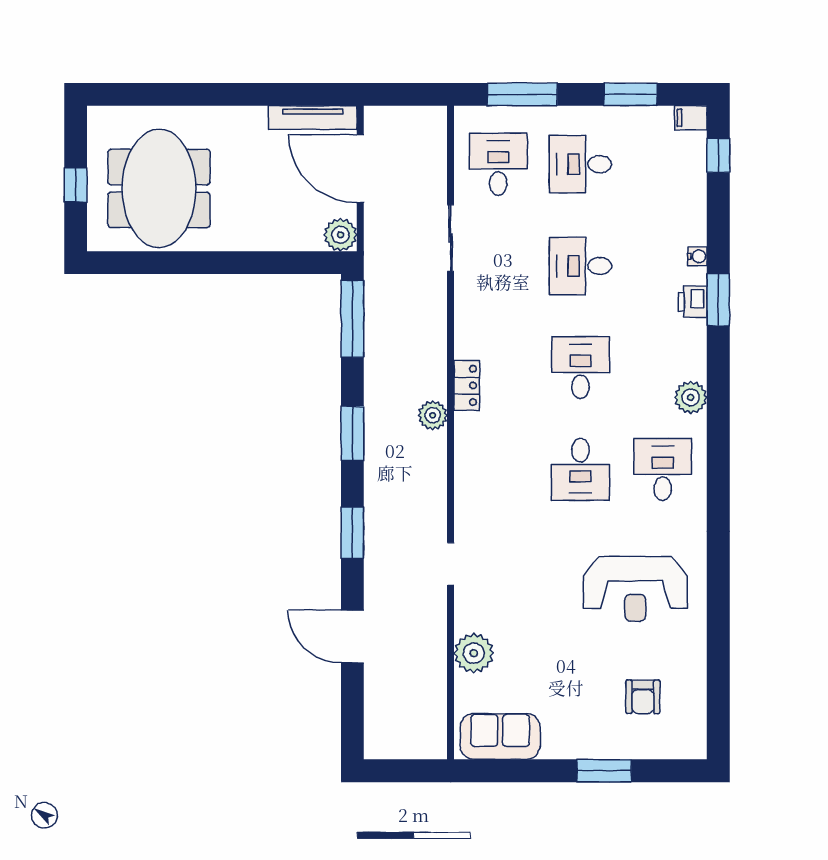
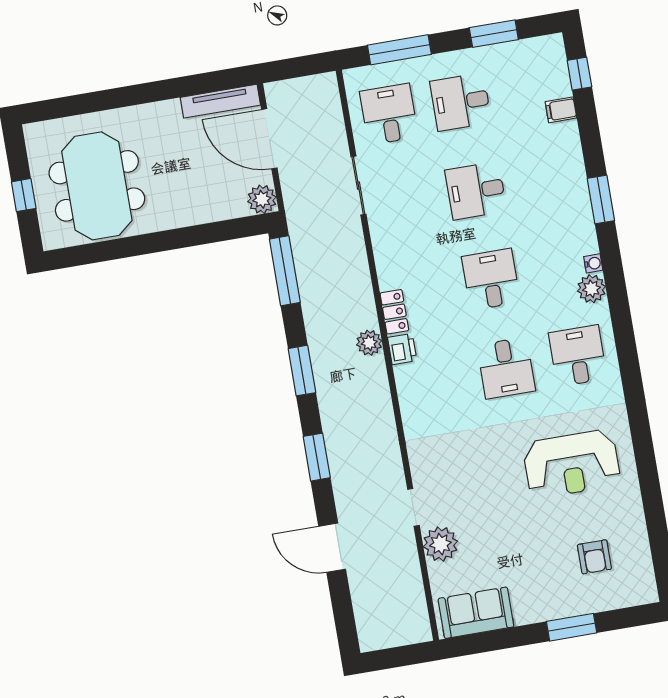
filing cabinet: (691, 118) -> (561, 110), moved
water cooler: (697, 256) -> (593, 263), moved
printer: (693, 302) -> (402, 349), moved, turned 180
doorway: (451, 564) -> (413, 507), moved

